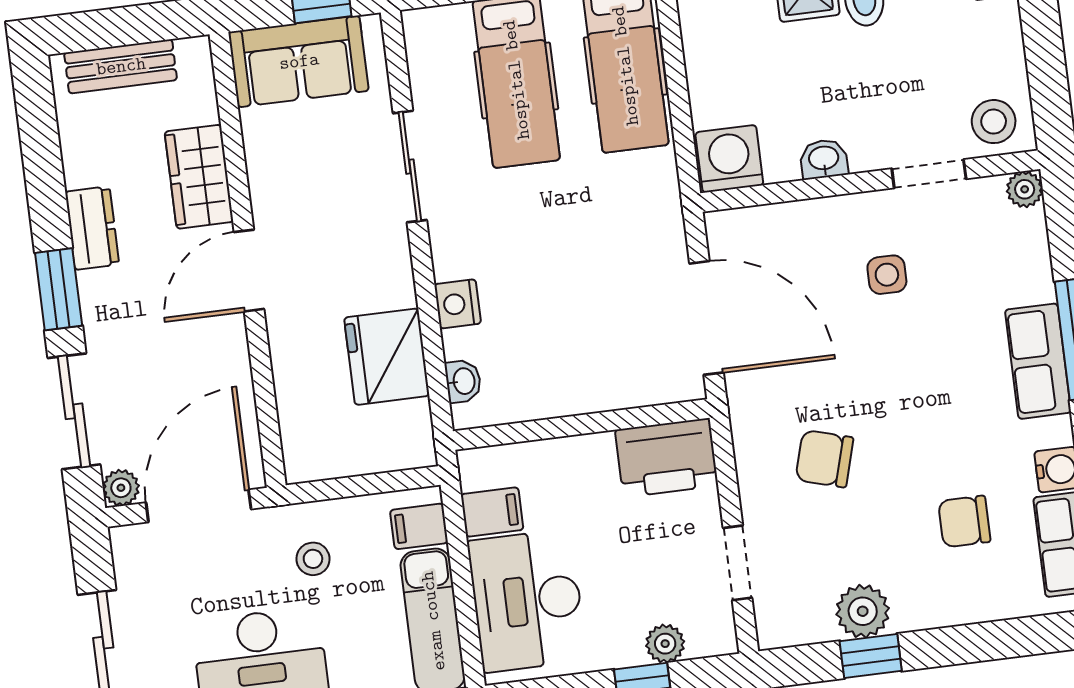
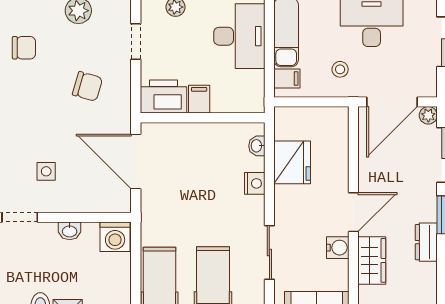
water cooler: (272, 194) -> (338, 248), added
filing cabinet: (492, 512) -> (199, 99), moved, turned 90

